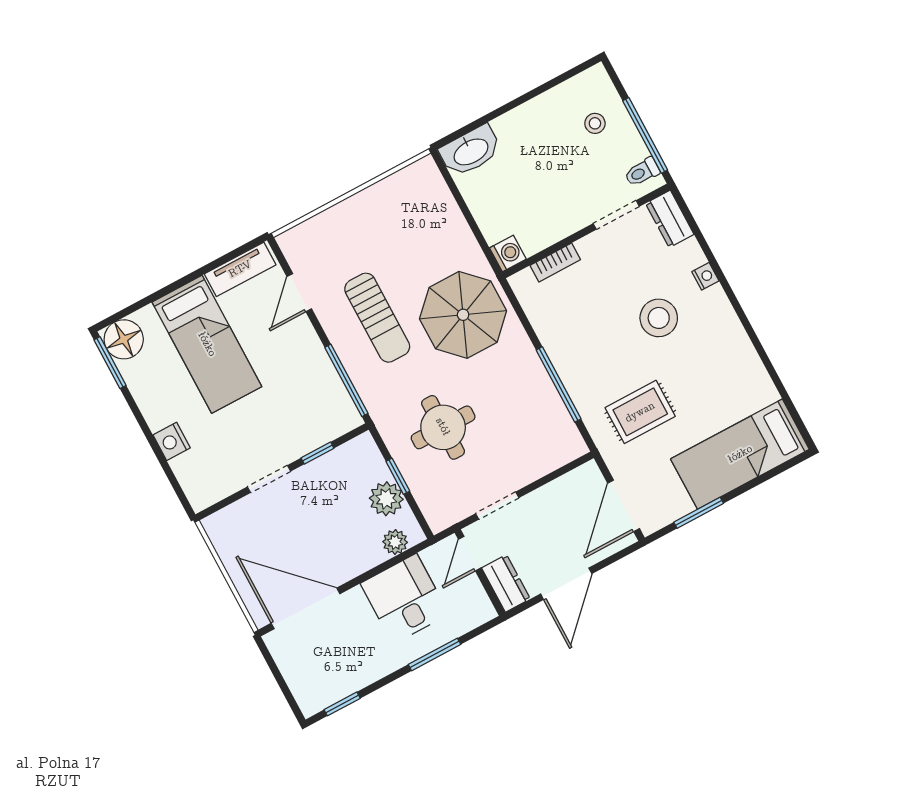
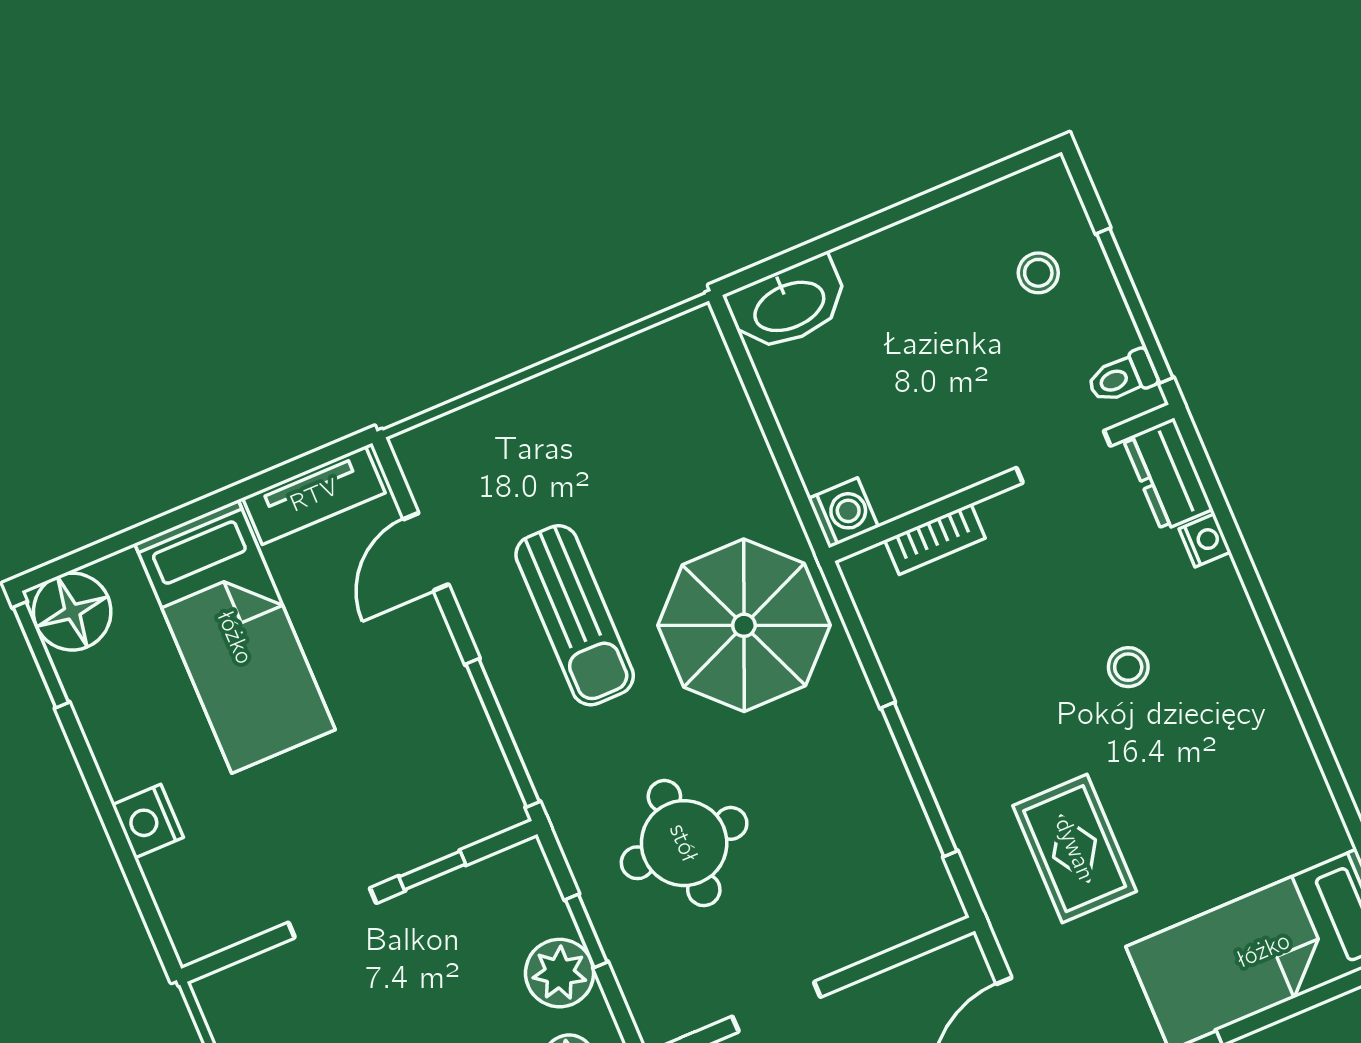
nightstand: (705, 276) -> (1205, 540), moved
stool: (659, 318) -> (1128, 667), width x0.53, depth x0.53
rug: (640, 412) -> (1075, 849), turned 90

